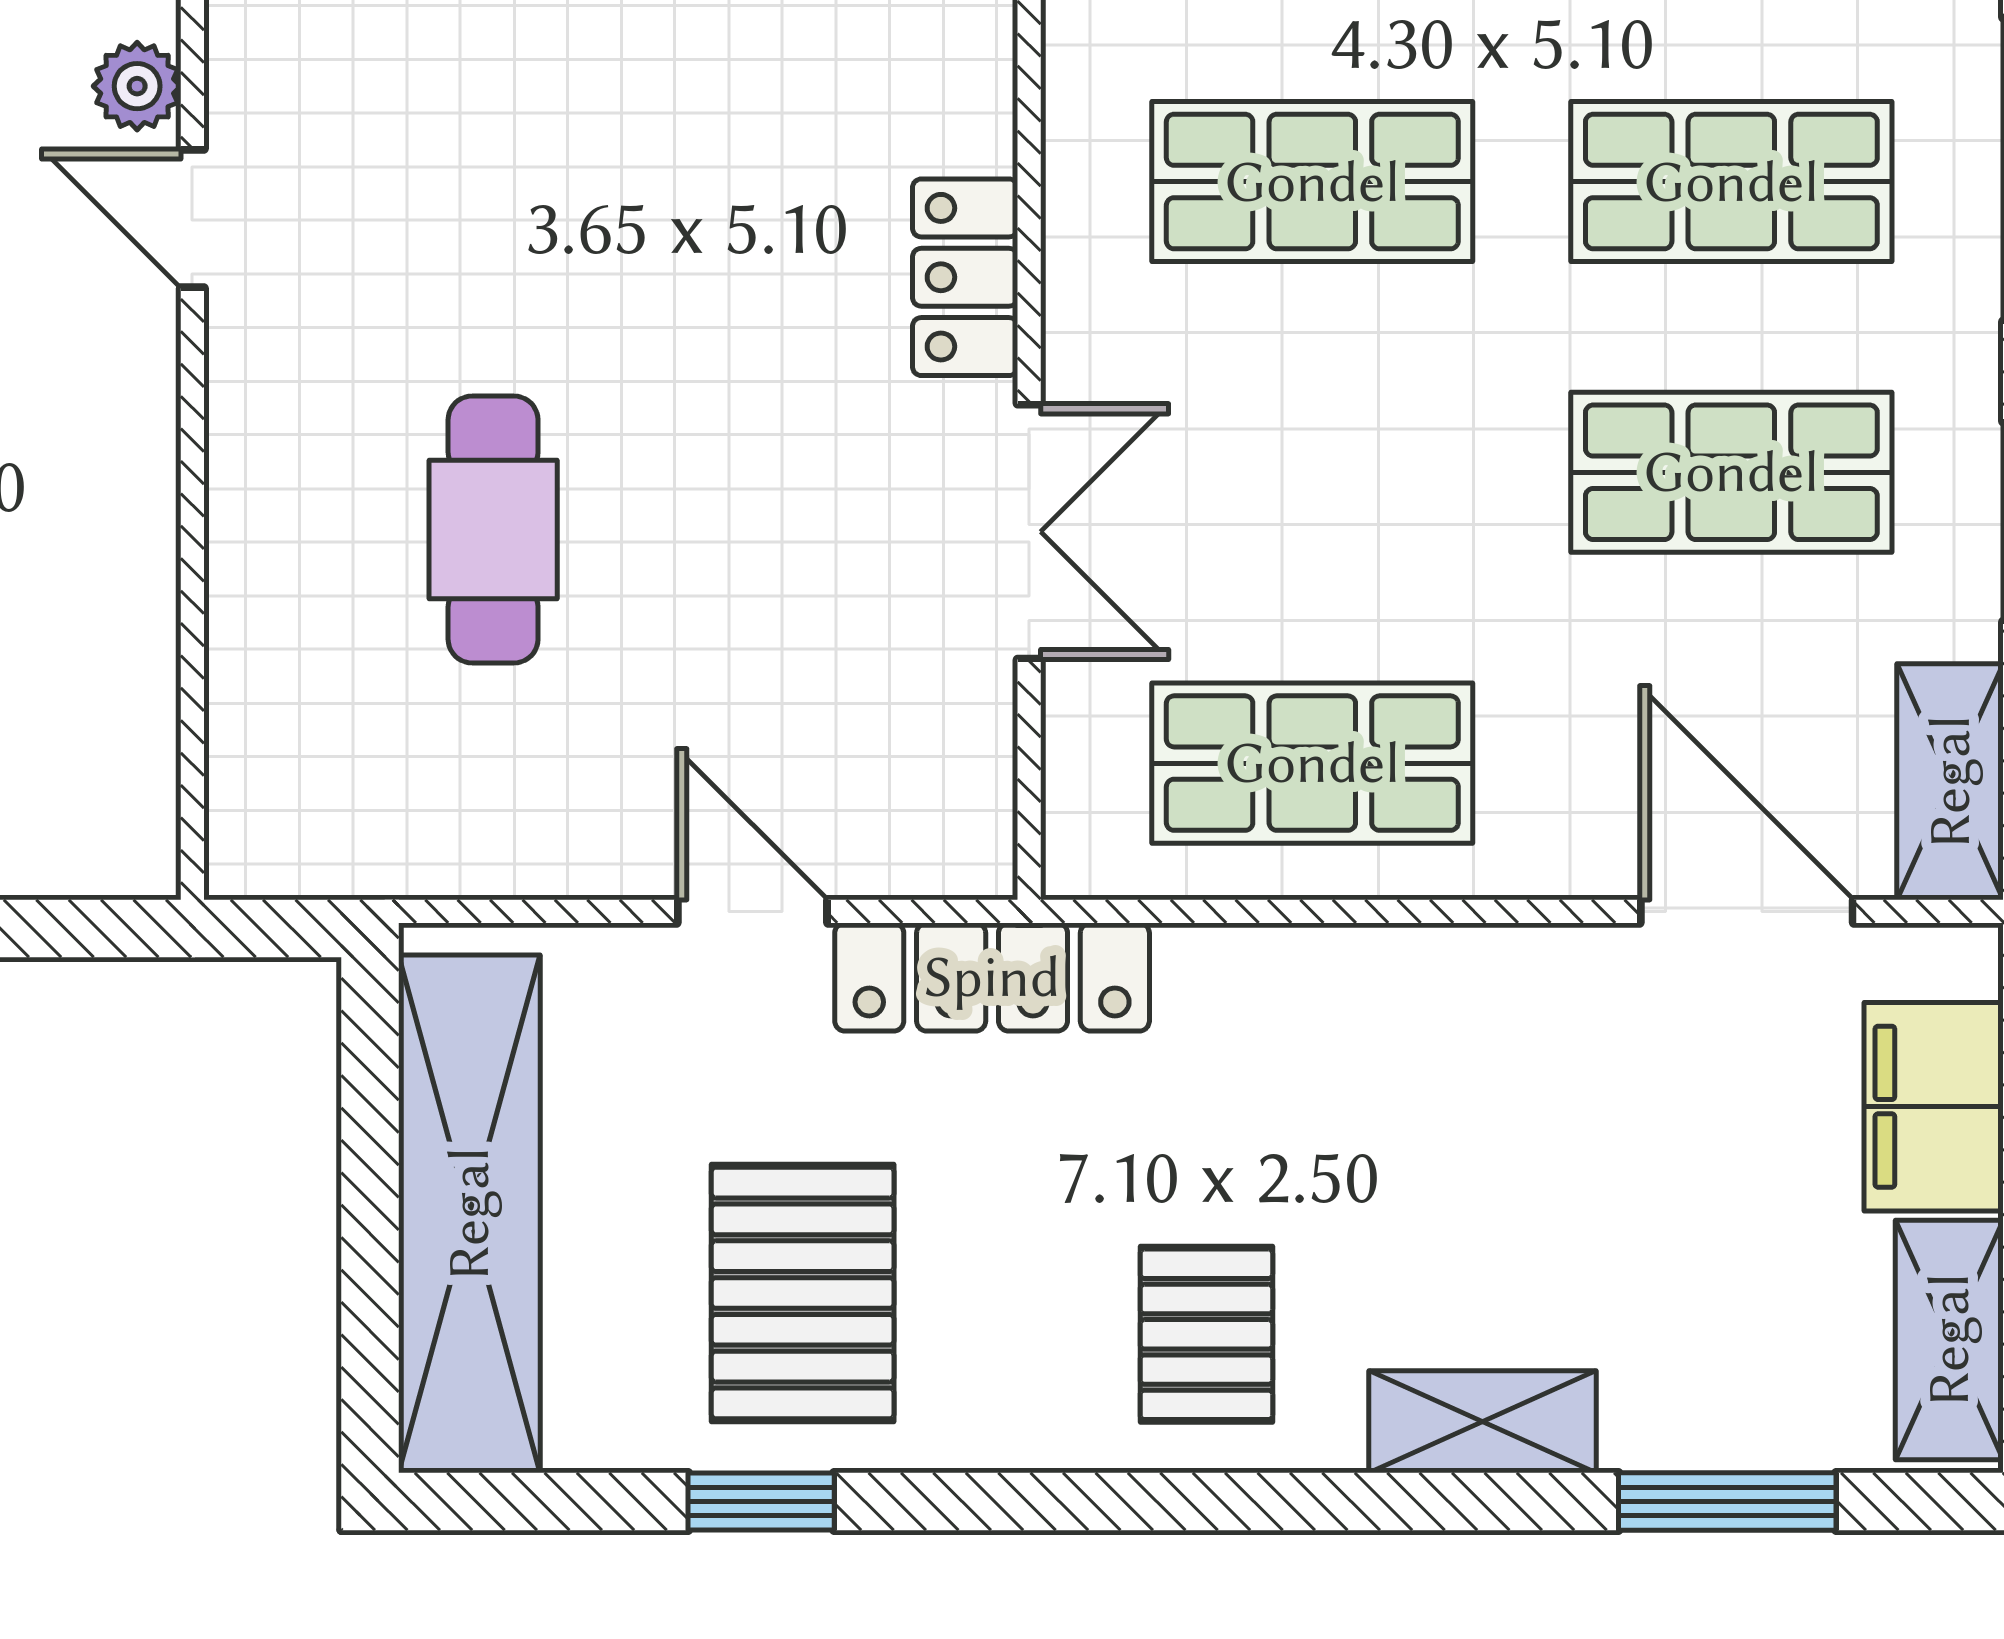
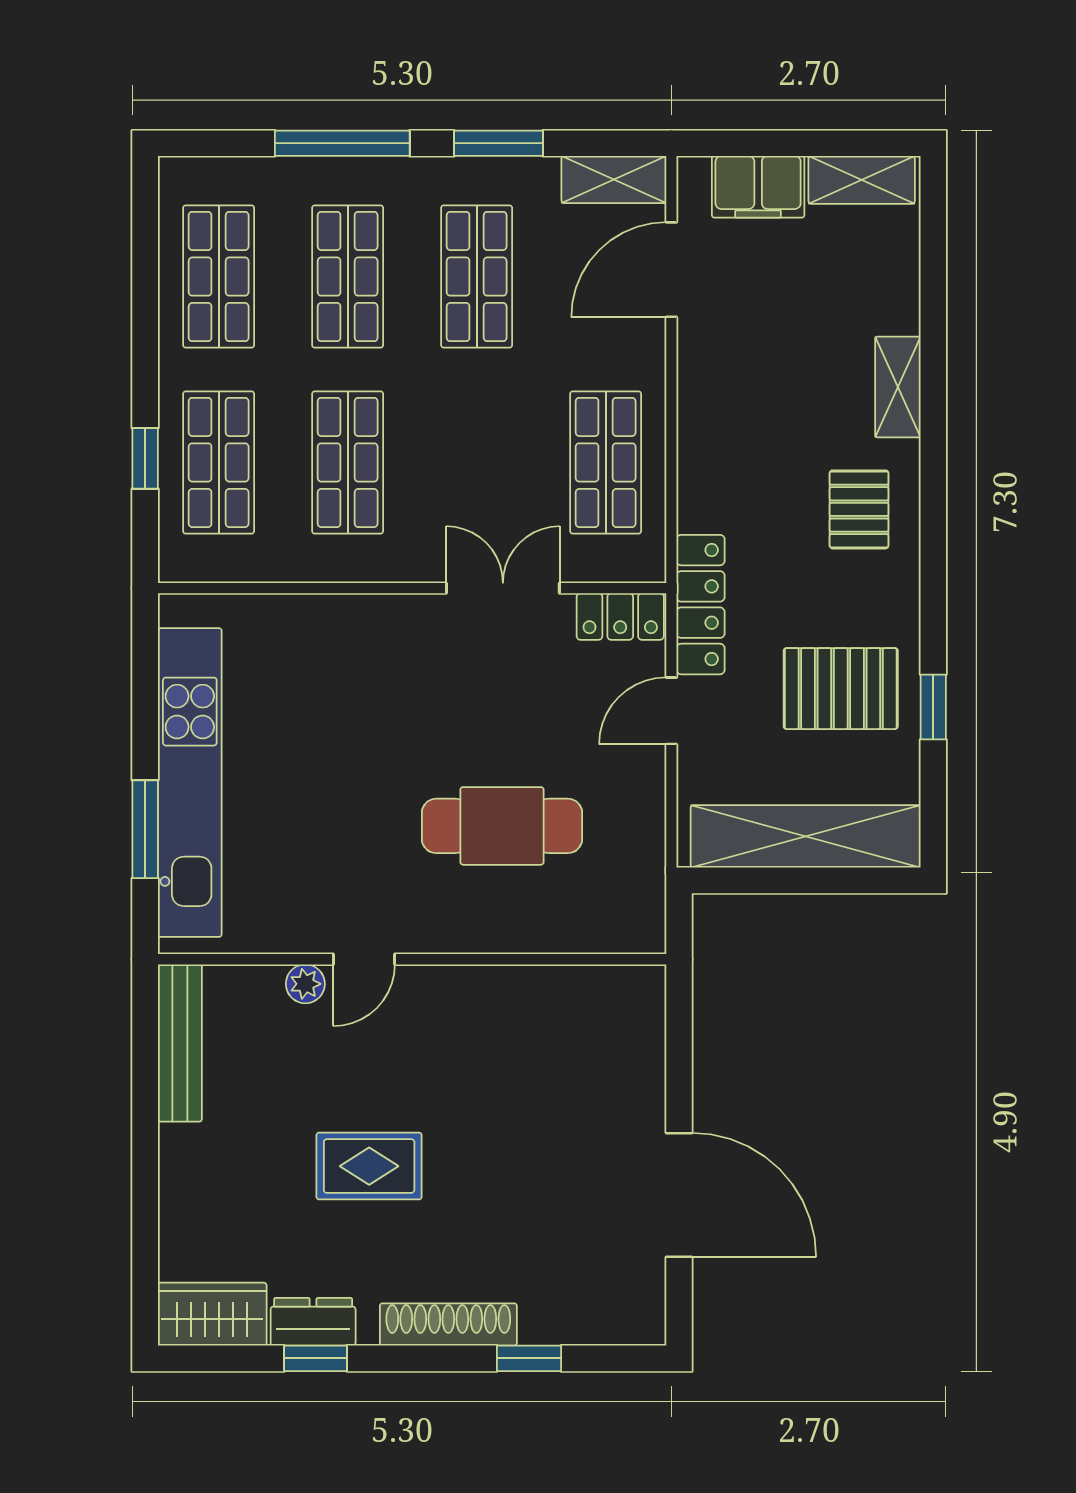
locker: (965, 277) -> (620, 616), moved
cafe table: (493, 530) -> (502, 826), width x1.37, depth x1.35
pallet: (1206, 1334) -> (859, 509), turned 90
window: (1727, 1502) -> (933, 278), removed

